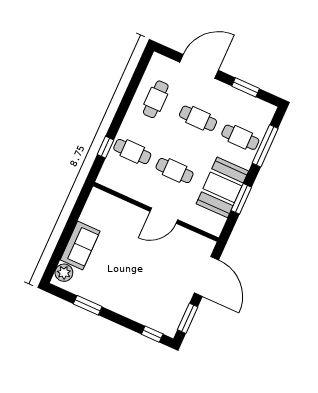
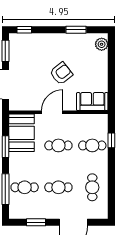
booth: (222, 187) -> (22, 133), moved
sofa: (80, 245) -> (92, 102), moved, turned 90
armchair: (131, 259) -> (61, 73), added

